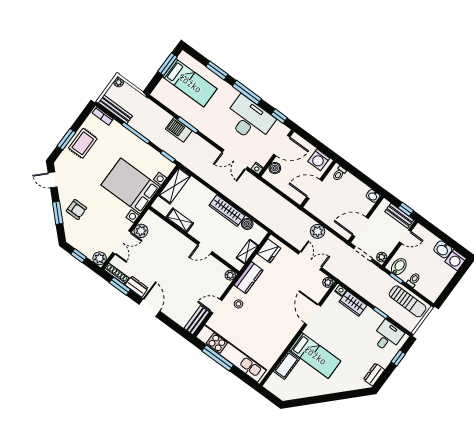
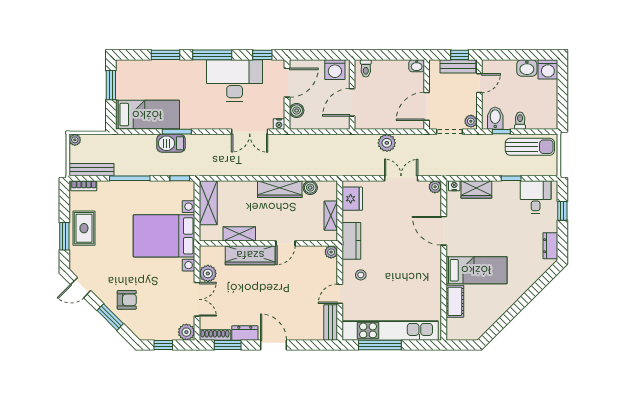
bed: (190, 83) -> (147, 115), moved
wardrobe: (177, 239) -> (250, 255), added

